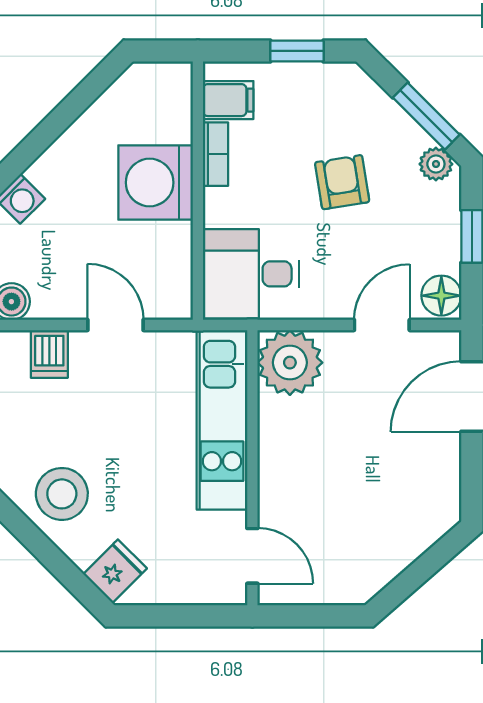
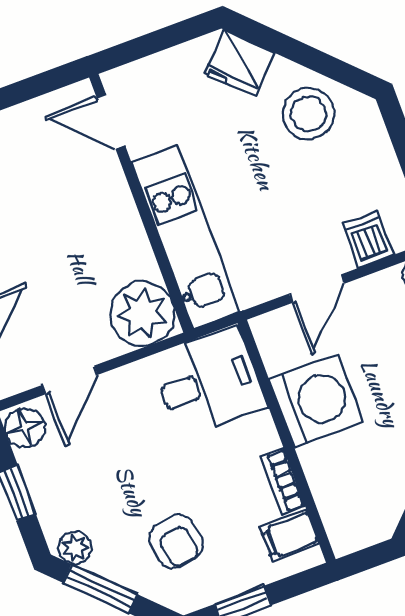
armchair: (342, 182) -> (176, 541), moved
washing machine: (156, 183) -> (316, 401), moved
door: (116, 325) -> (317, 289), hinge flipped
fridge: (115, 571) -> (240, 63), width x1.38

